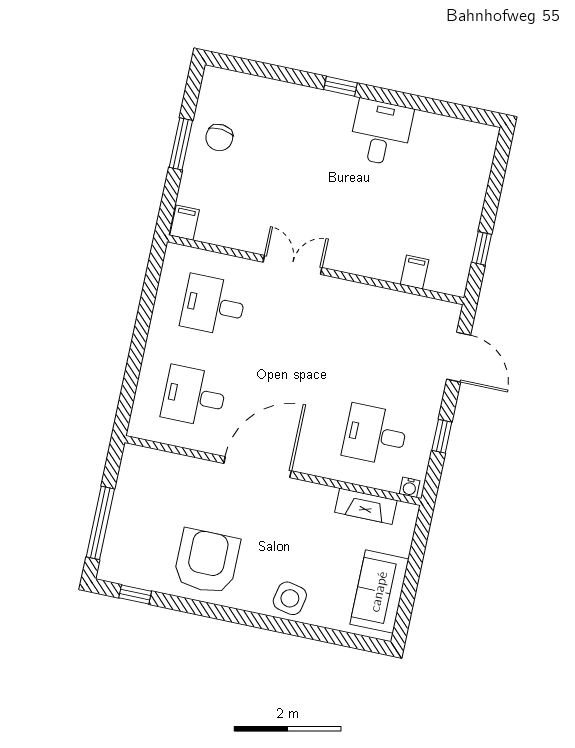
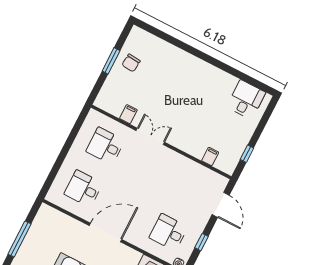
window: (341, 86) -> (198, 54), removed
desk: (381, 133) -> (246, 100), moved
filing cabinet: (185, 223) -> (128, 114), moved

